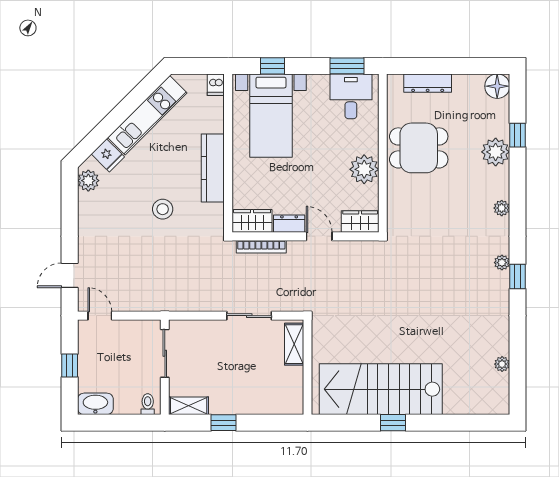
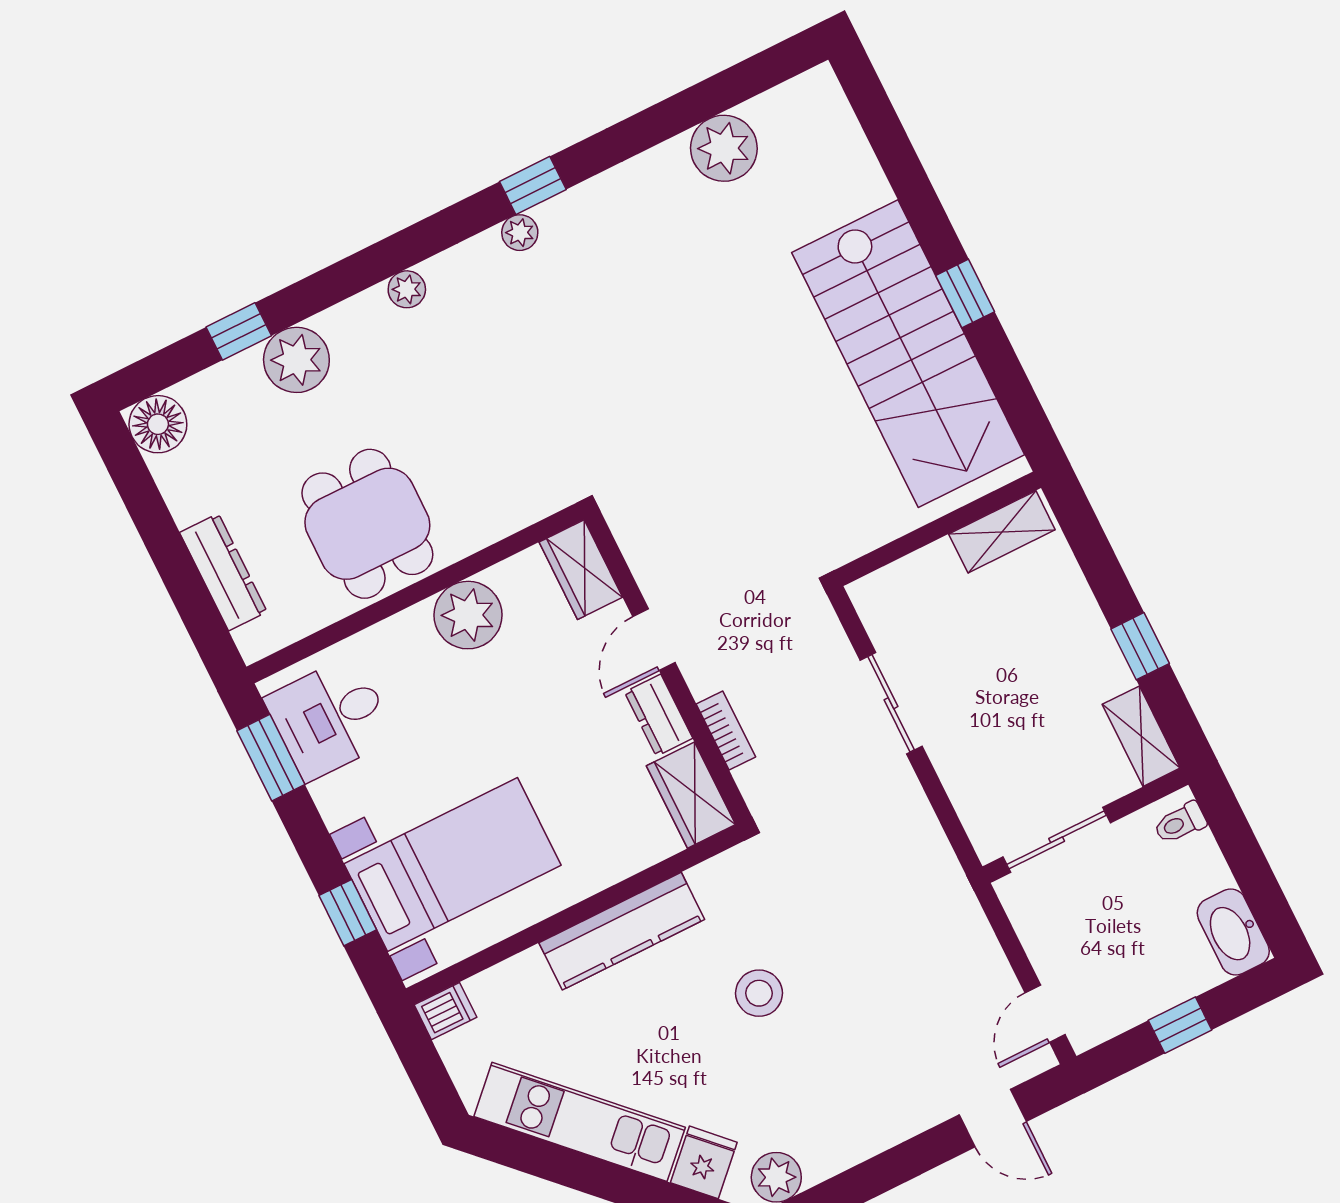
bookcase: (261, 247) -> (726, 731), width x0.64
shelving: (294, 344) -> (1002, 532), moved
plant: (502, 364) -> (724, 148), width x1.88, depth x1.88

